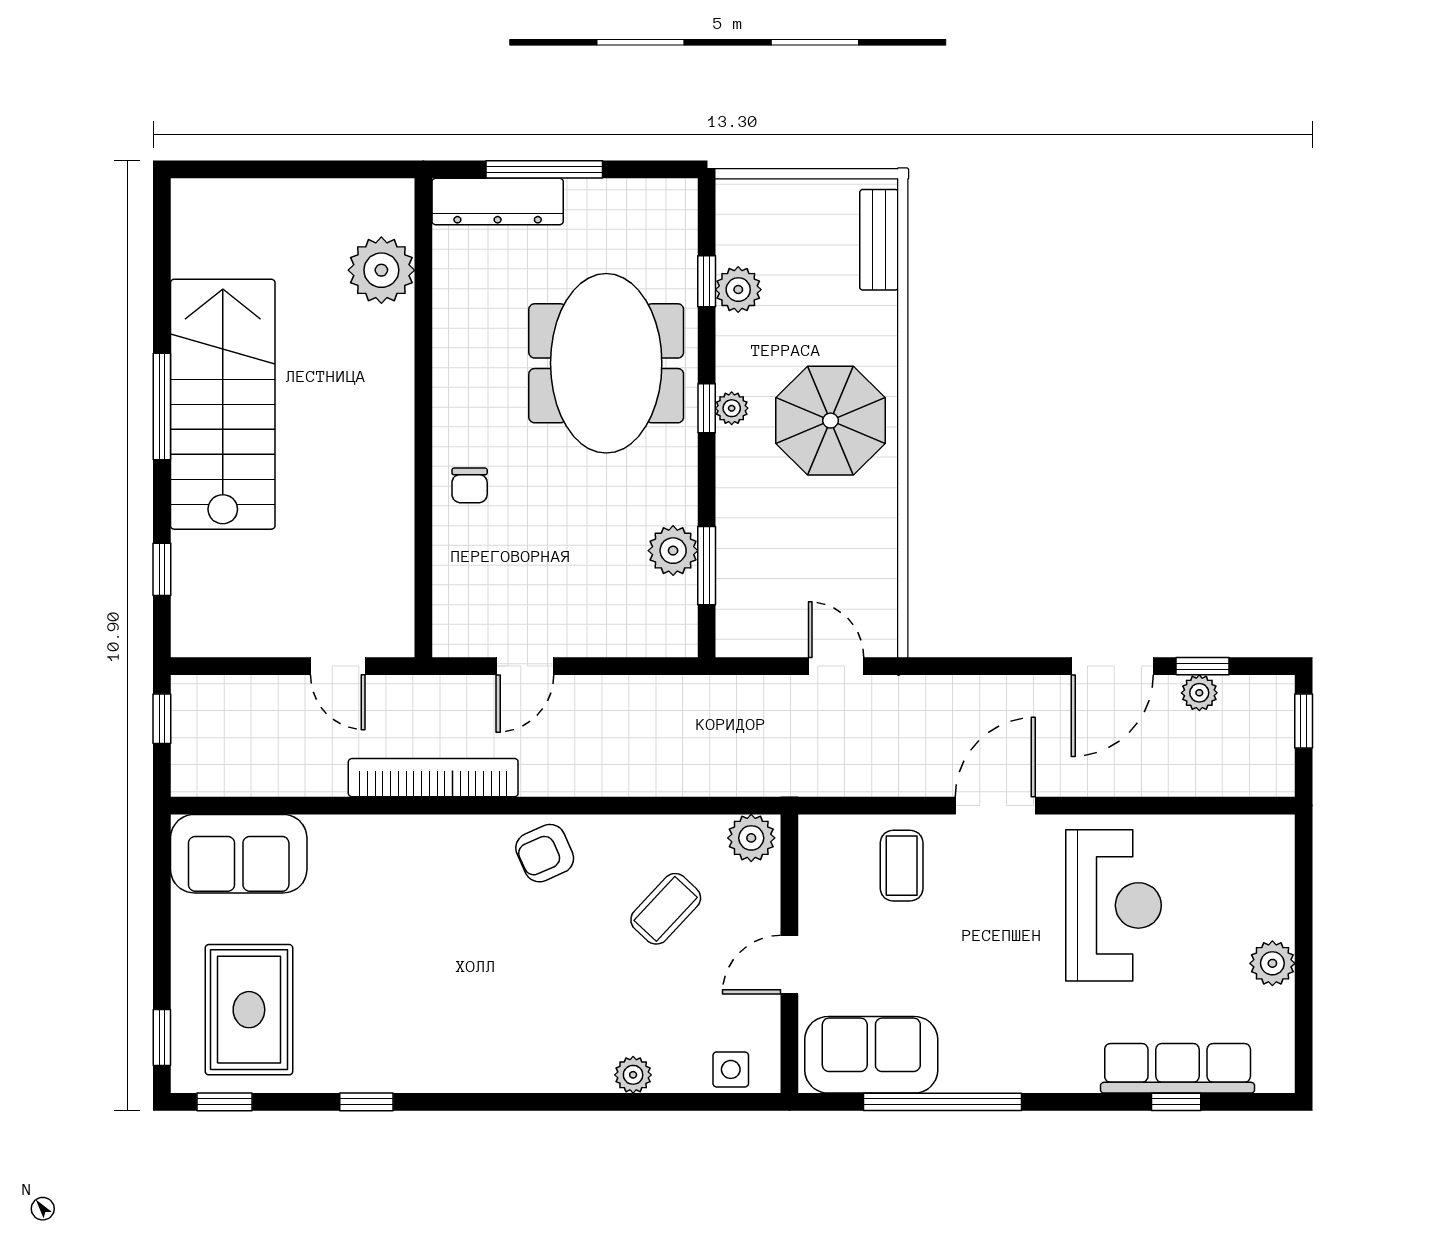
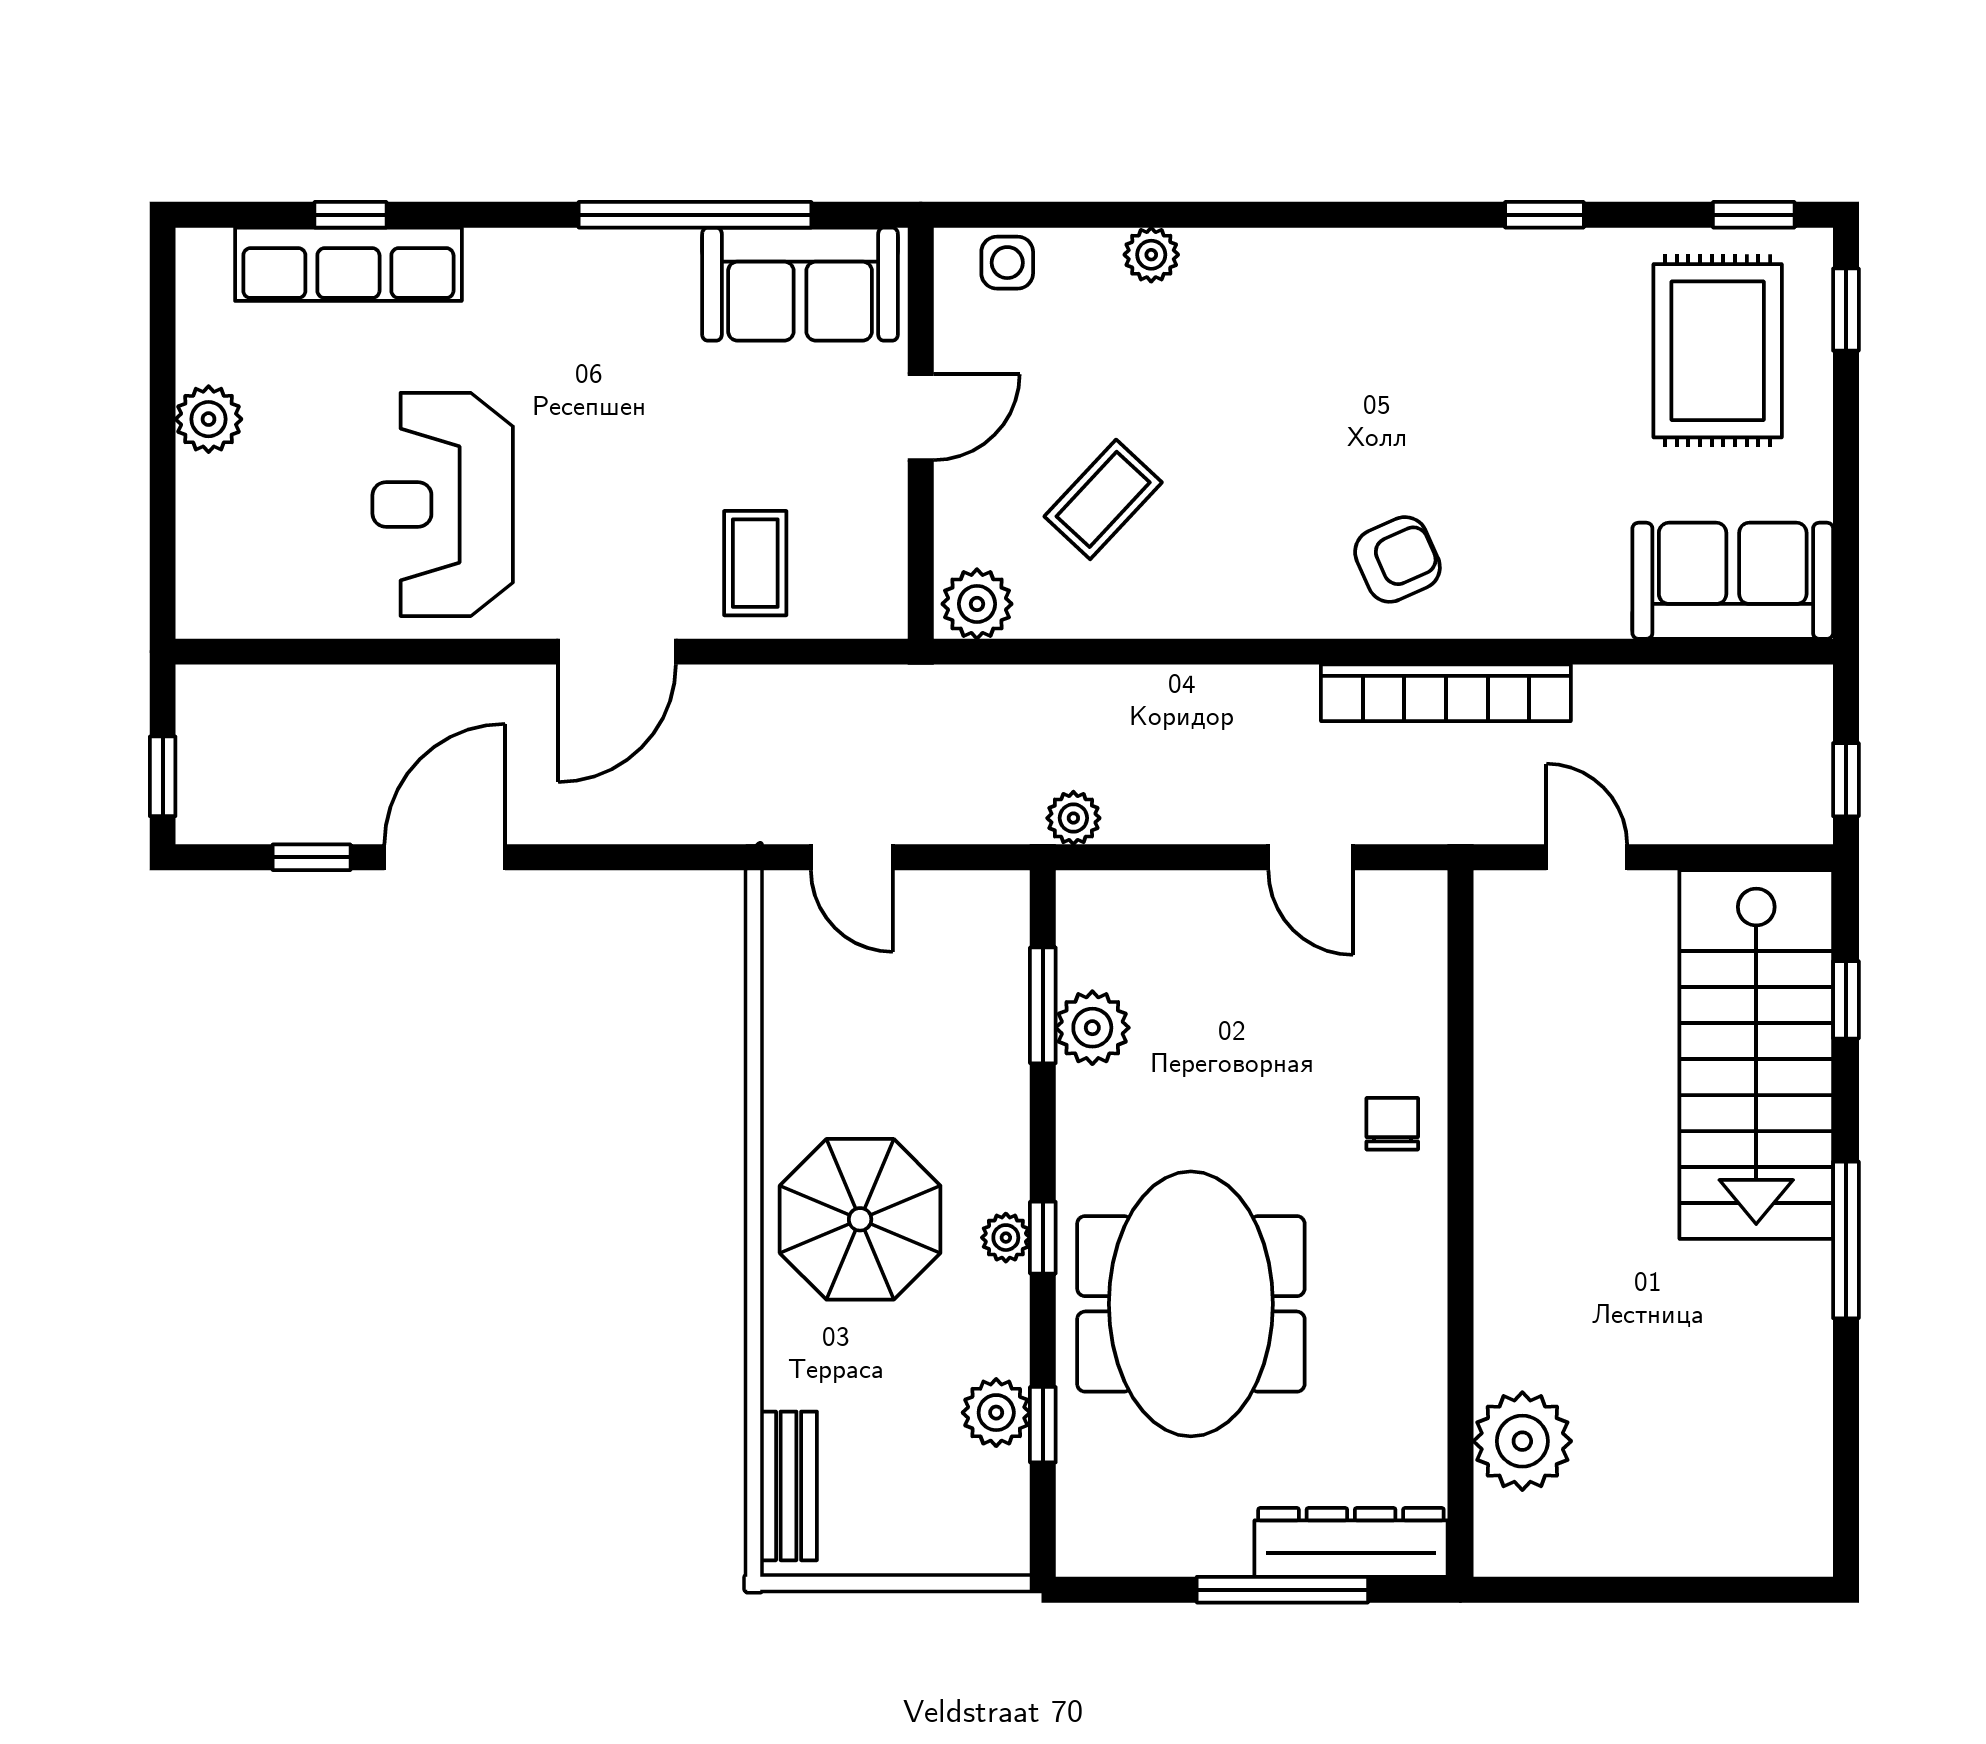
stairs: (223, 404) -> (1756, 1055), moved
door: (525, 666) -> (1311, 857), swing flipped
plant: (1199, 693) -> (1073, 818), moved
armchair: (545, 853) -> (1397, 559), moved

